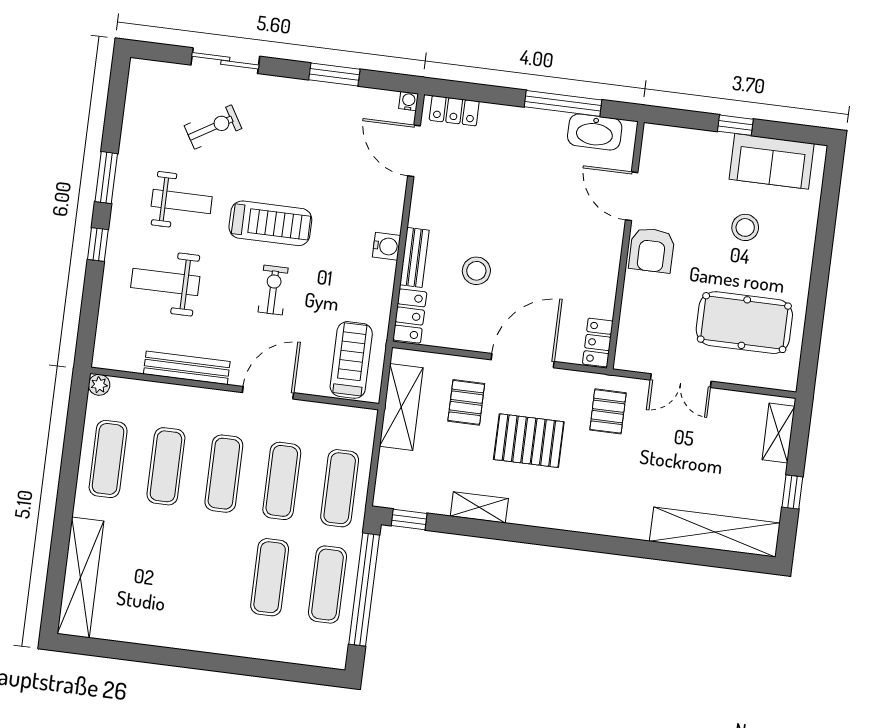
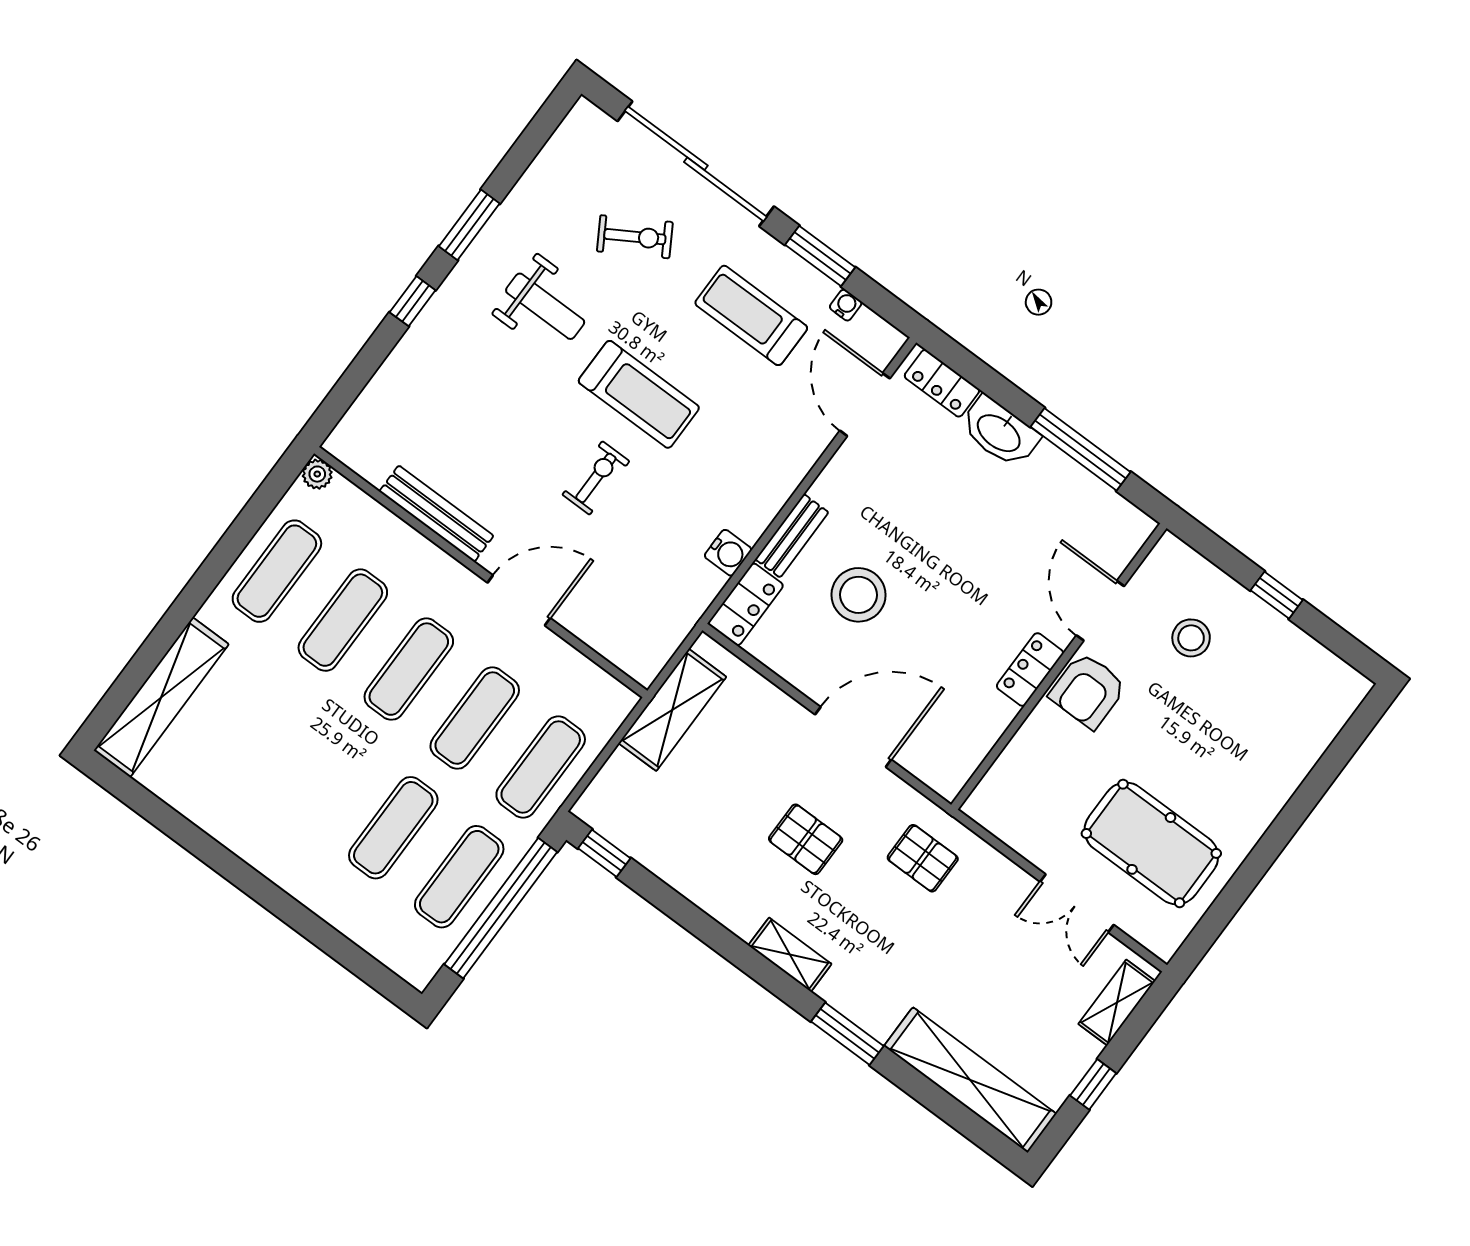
sliding door: (225, 61) -> (696, 164), width x1.86
water cooler: (409, 101) -> (846, 305), moved
washbasin: (595, 132) -> (999, 432), moved
sofa: (772, 161) -> (1296, 665), removed
stool: (745, 227) -> (1191, 638), moved
water cooler: (386, 246) -> (728, 553), moved
stool: (476, 271) -> (859, 595), width x1.38, depth x1.38
weight bench: (165, 282) -> (469, 394), removed
locker: (598, 343) -> (1030, 669), moved
treadmill: (351, 360) -> (751, 315), moved, turned -90
double door: (681, 381) -> (1077, 903), moved
pallet: (466, 402) -> (755, 749), removed
pallet: (608, 411) -> (923, 858), turned 90
pallet: (529, 441) -> (806, 839), width x0.67, depth x0.71
shelving: (479, 507) -> (790, 955), moved
window: (623, 546) -> (847, 1034), added

